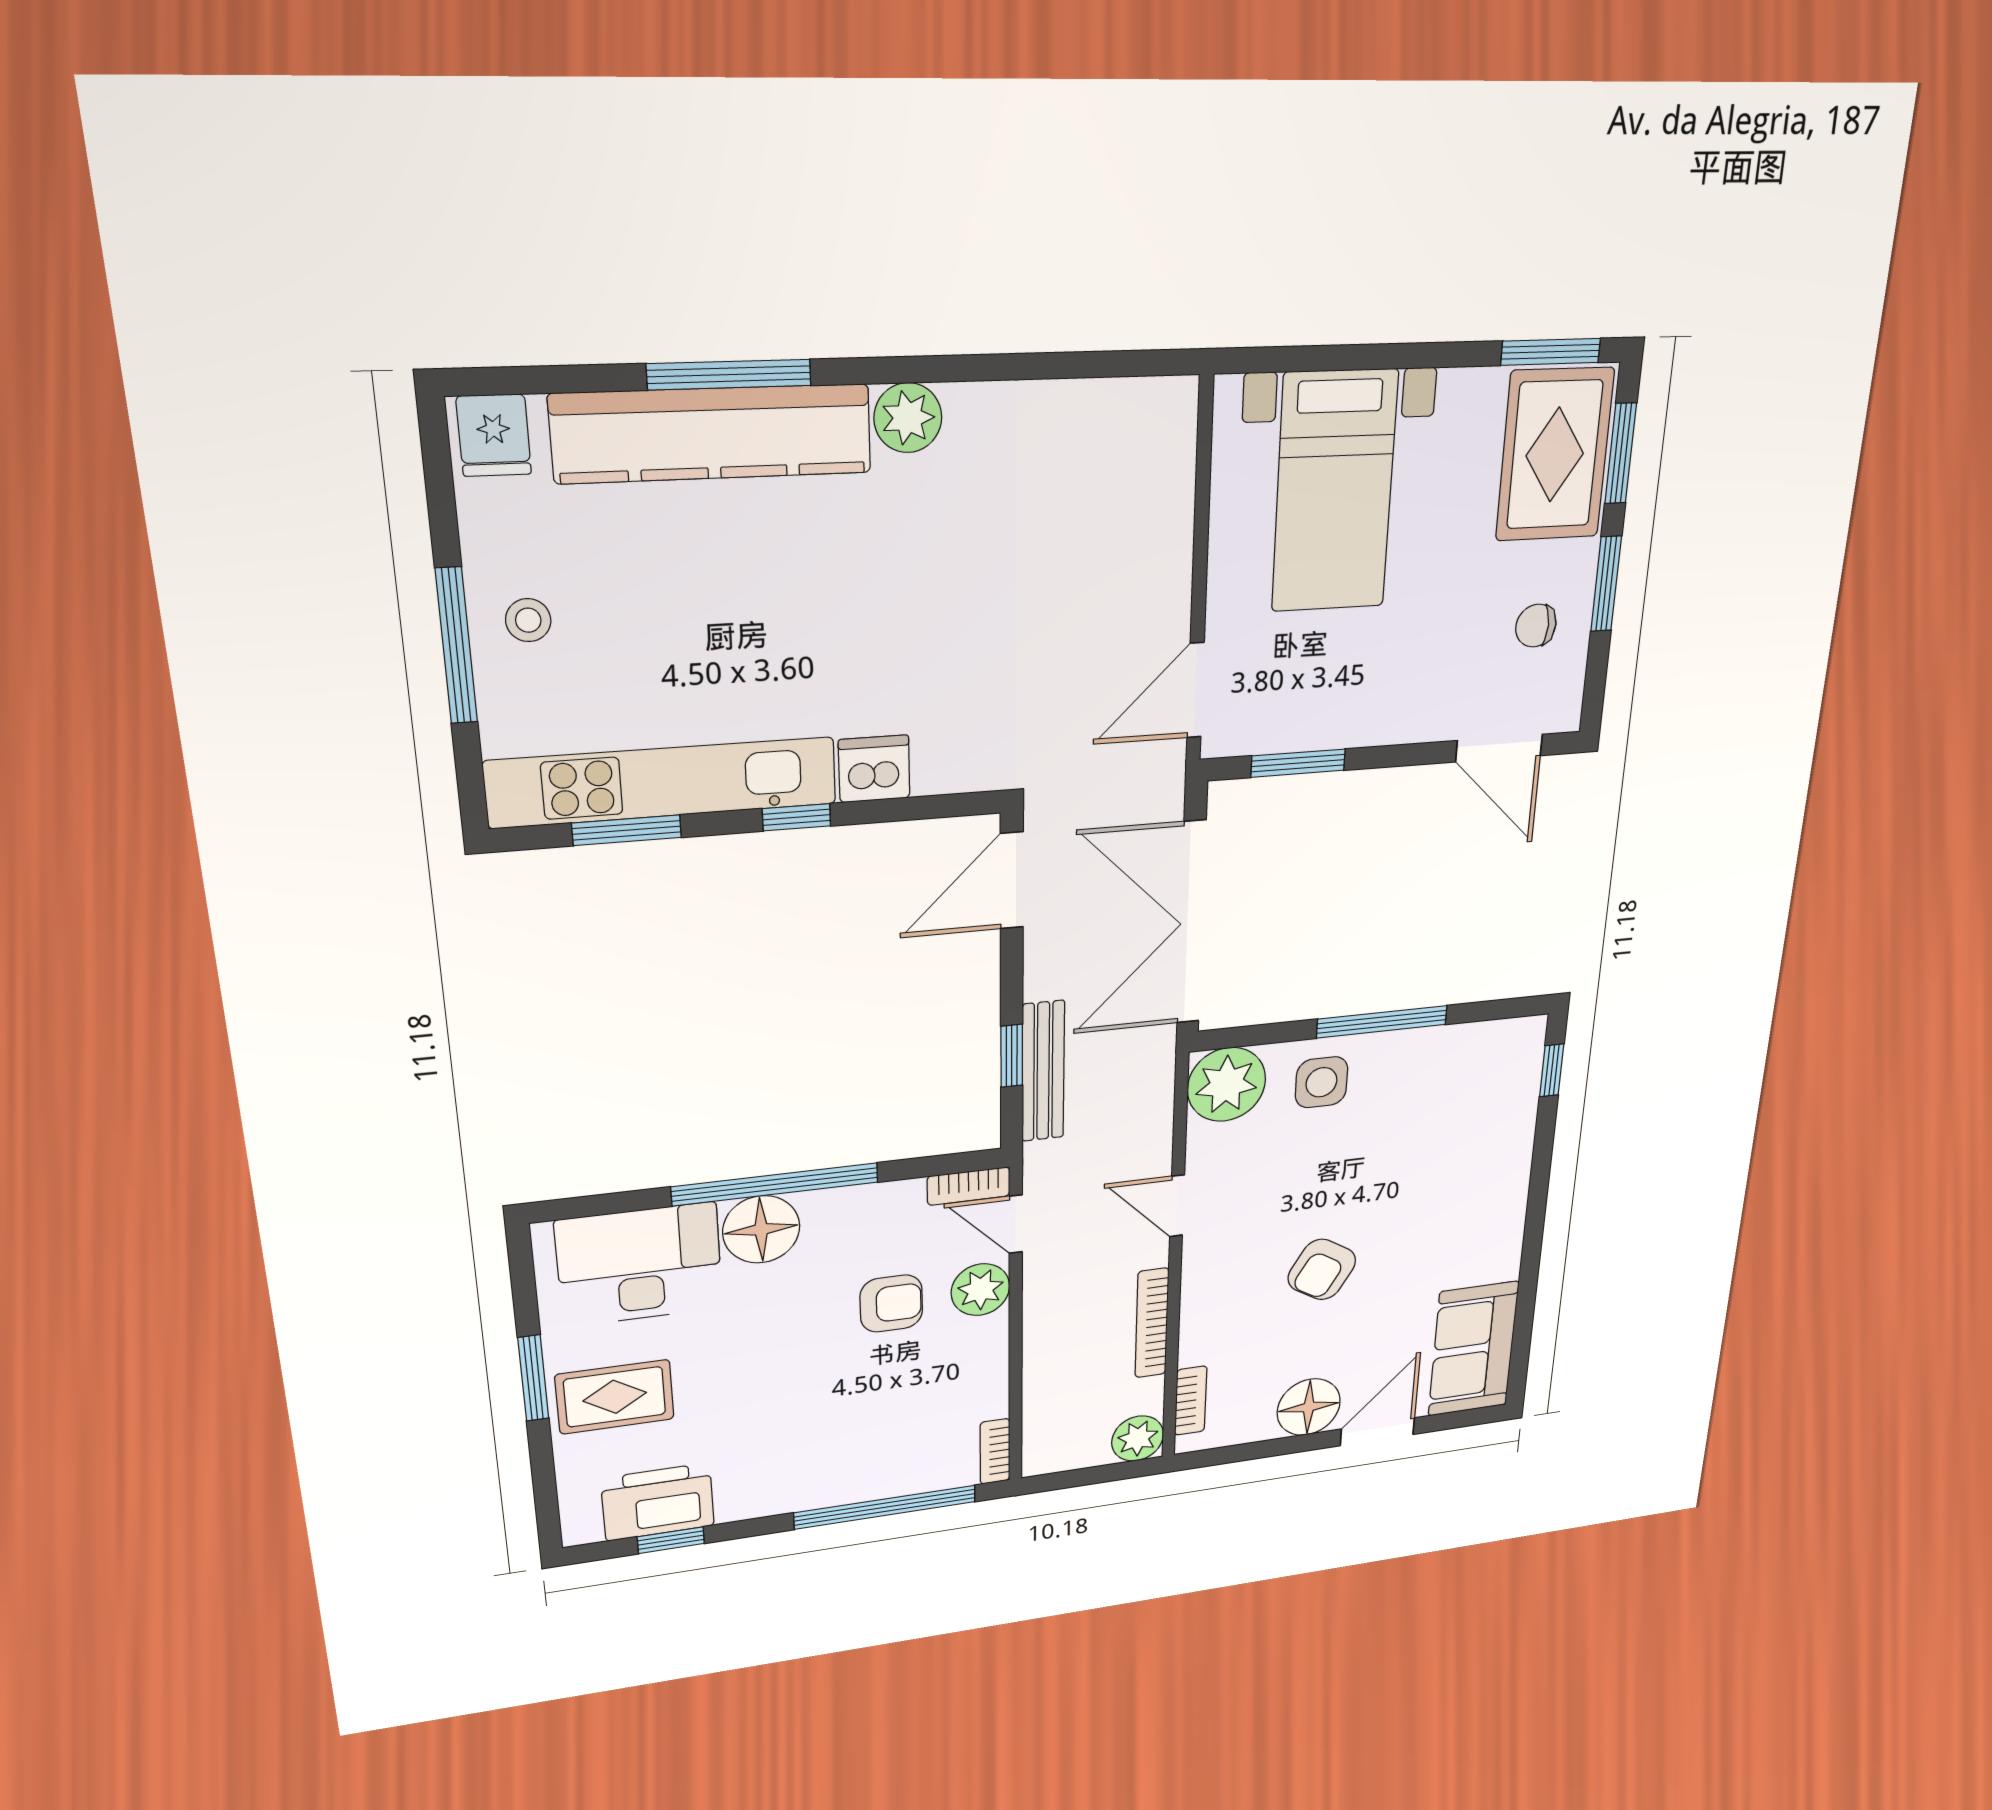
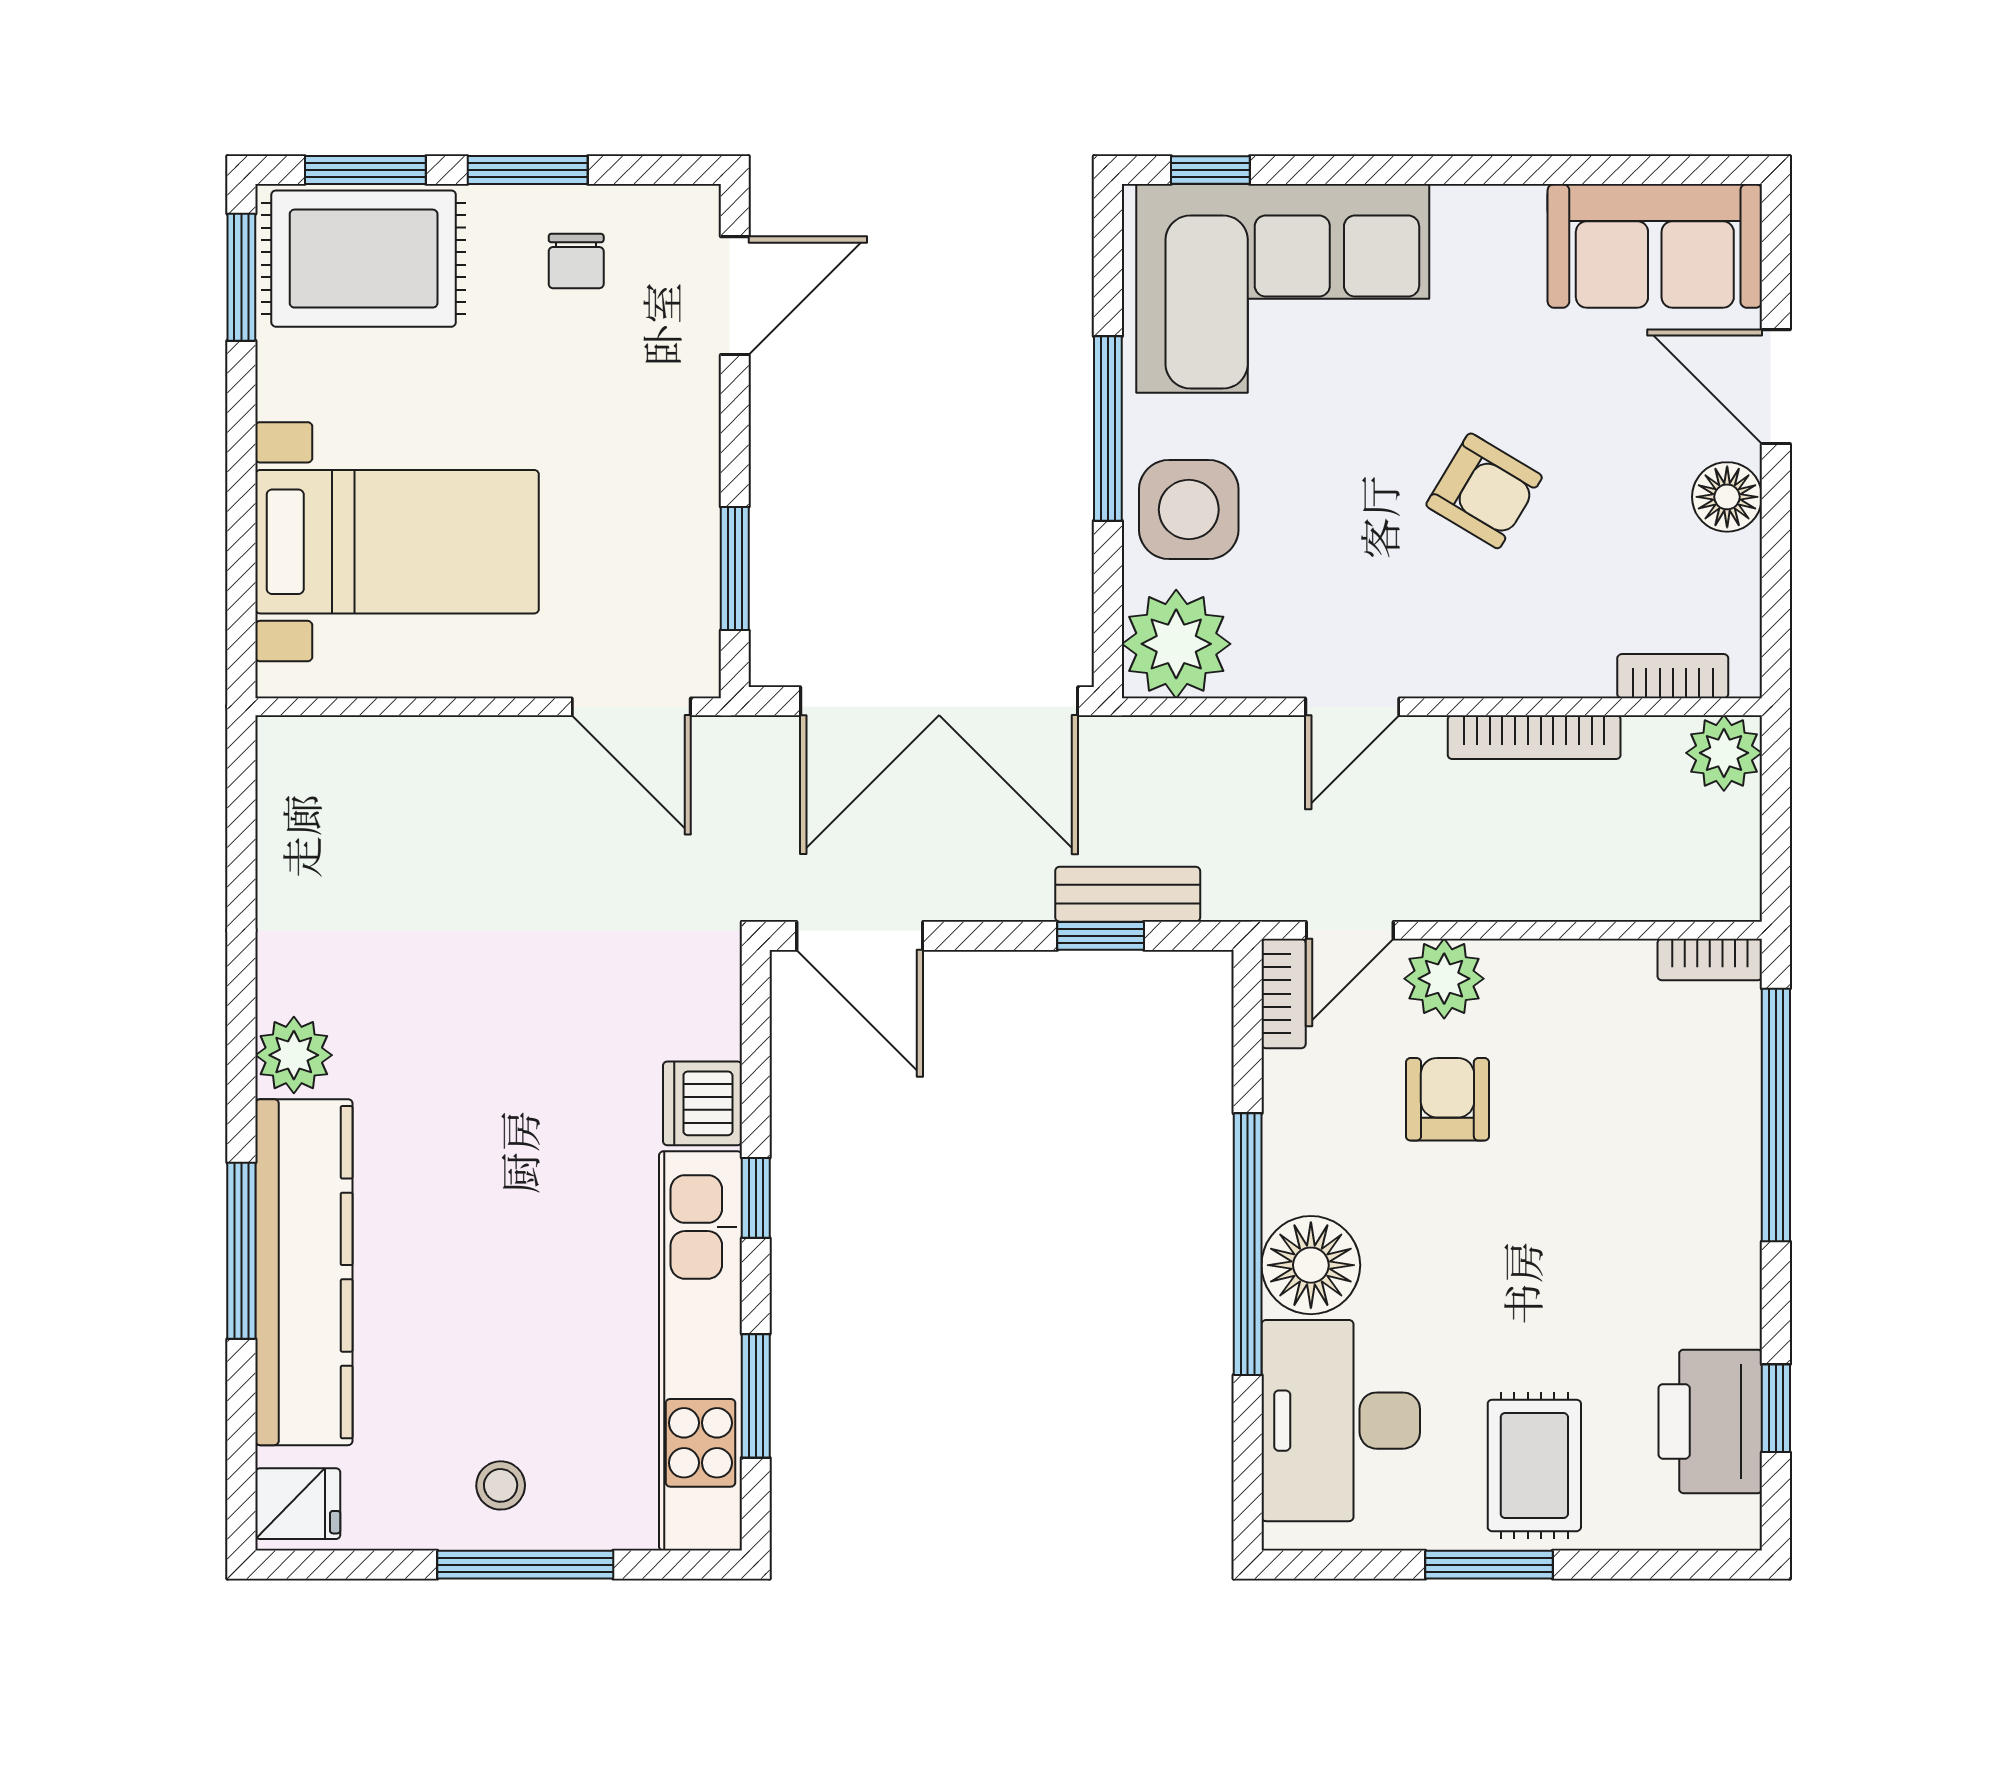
bench: (1043, 1071) -> (1128, 894), width x0.73
side table: (1321, 1082) -> (1189, 510), width x1.37, depth x1.37
corner sofa: (1468, 1126) -> (1283, 288), added
floor lamp: (1309, 1407) -> (1727, 497), width x0.73, depth x0.73

